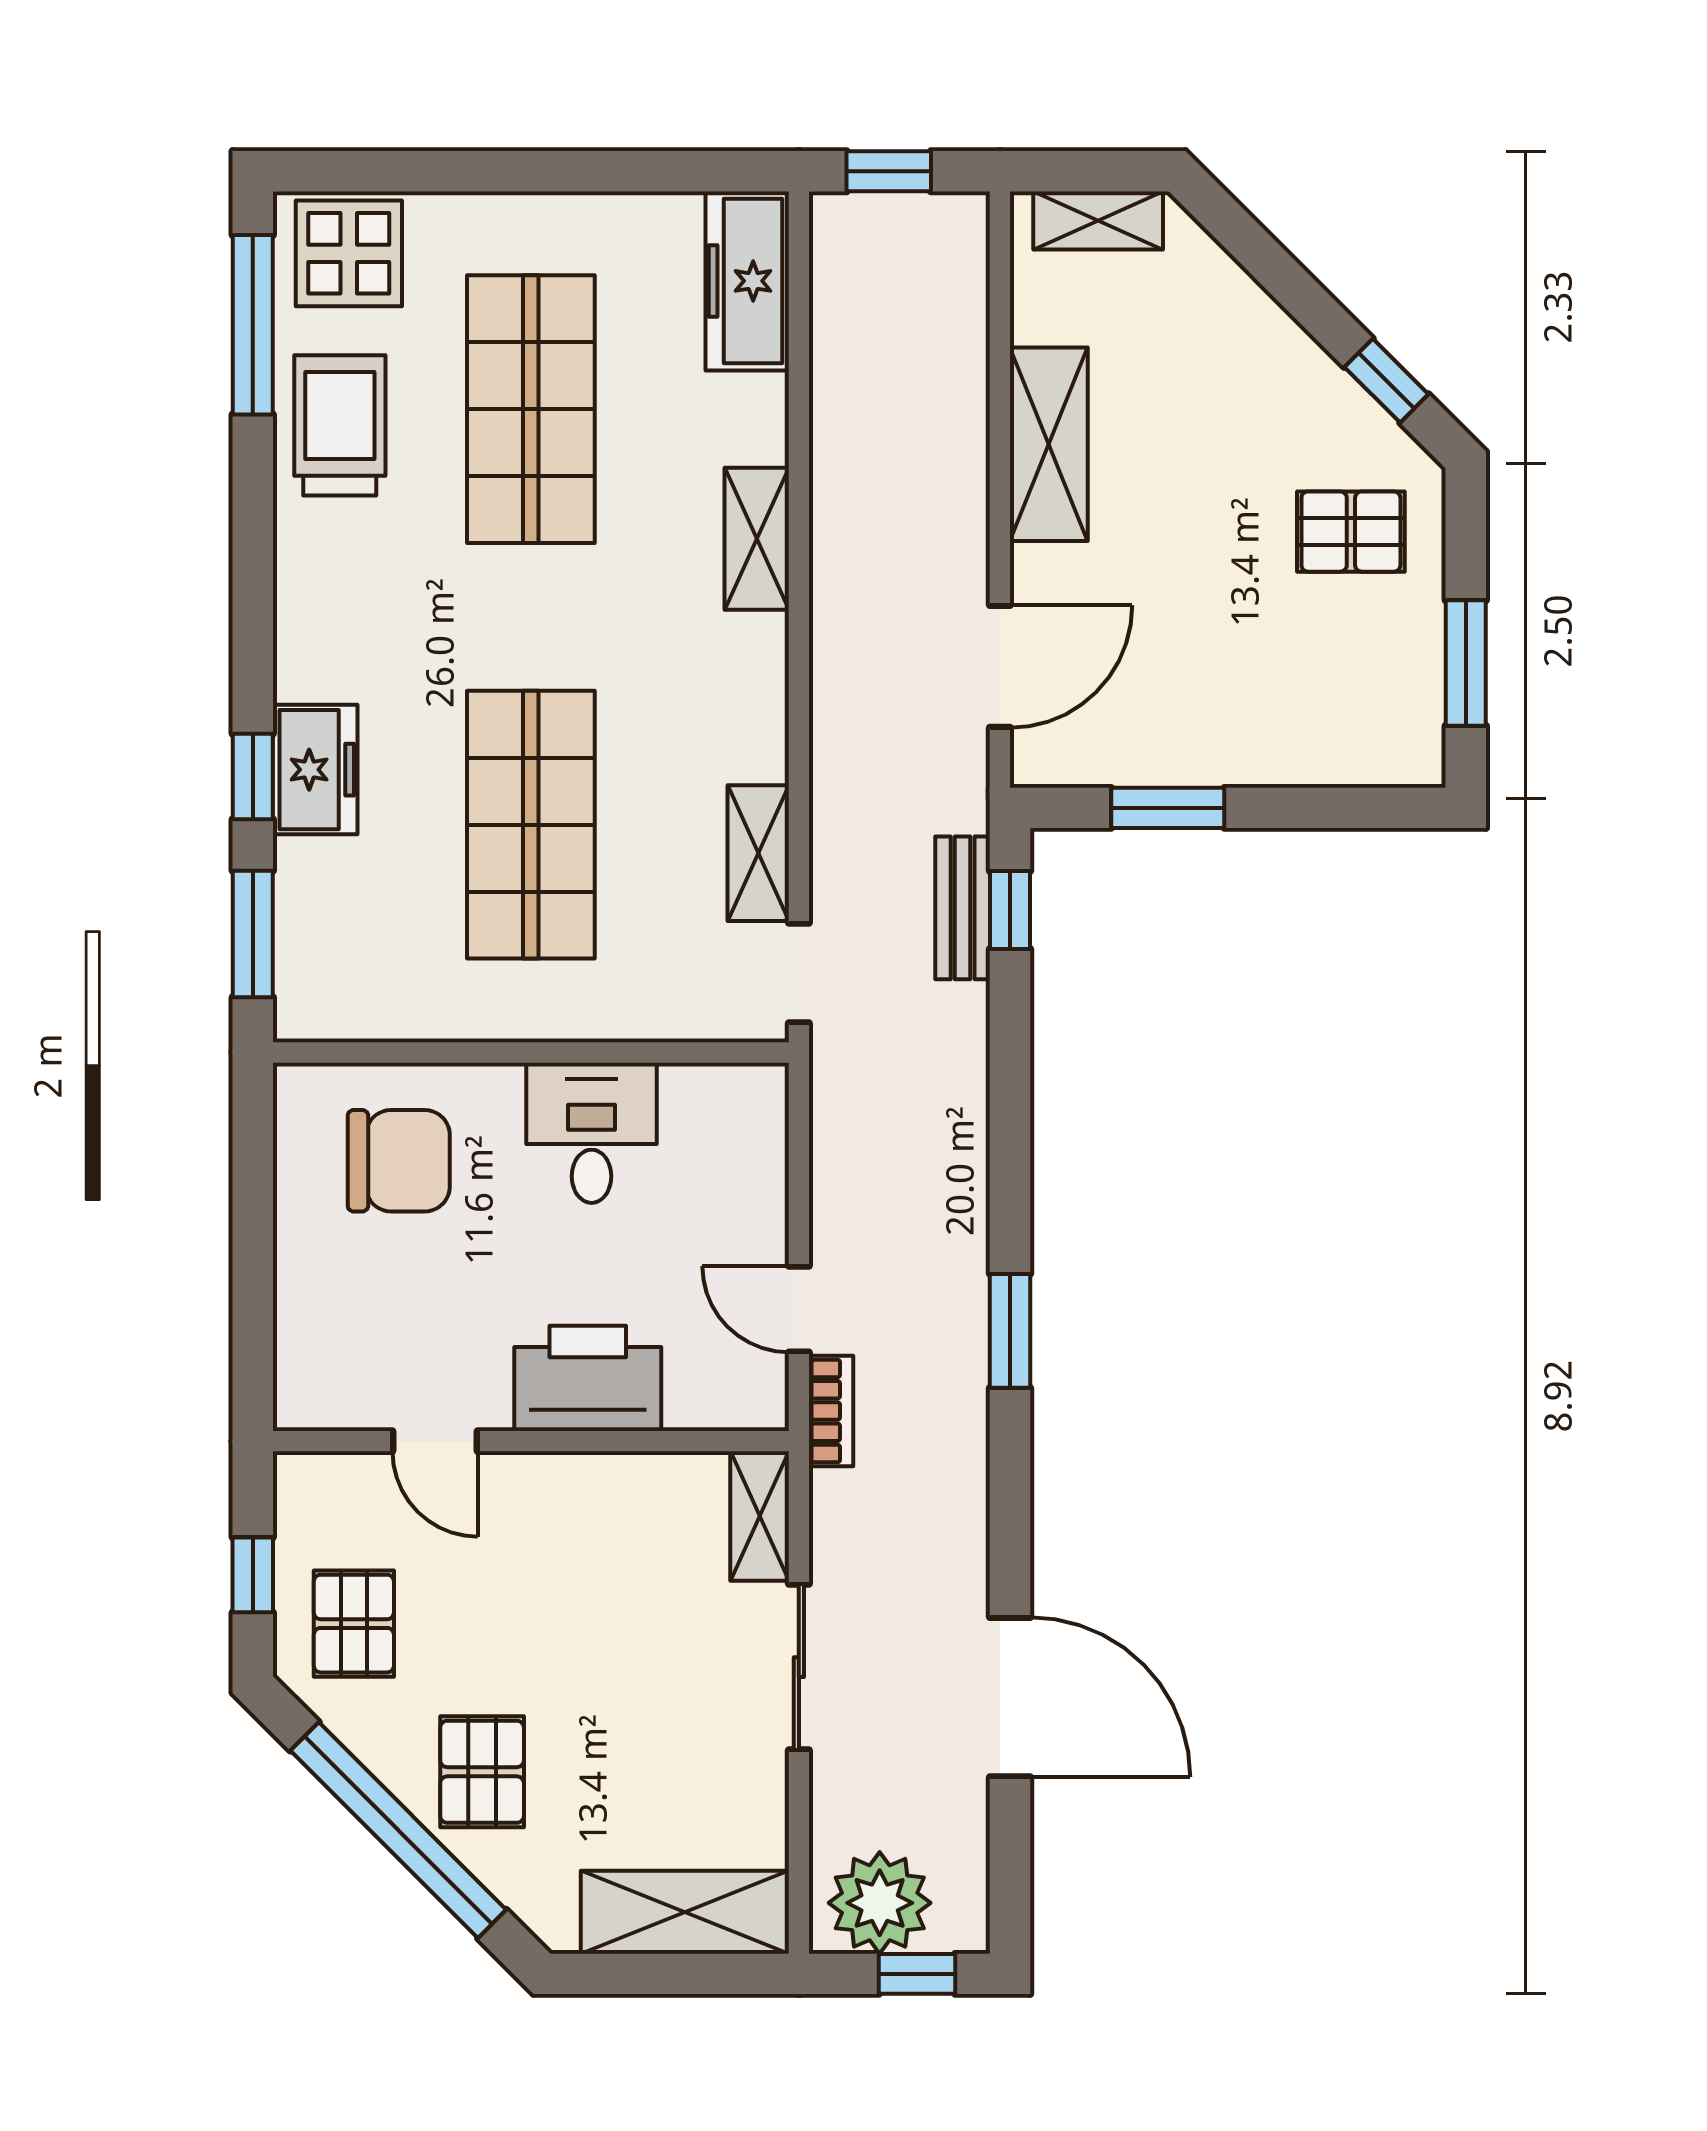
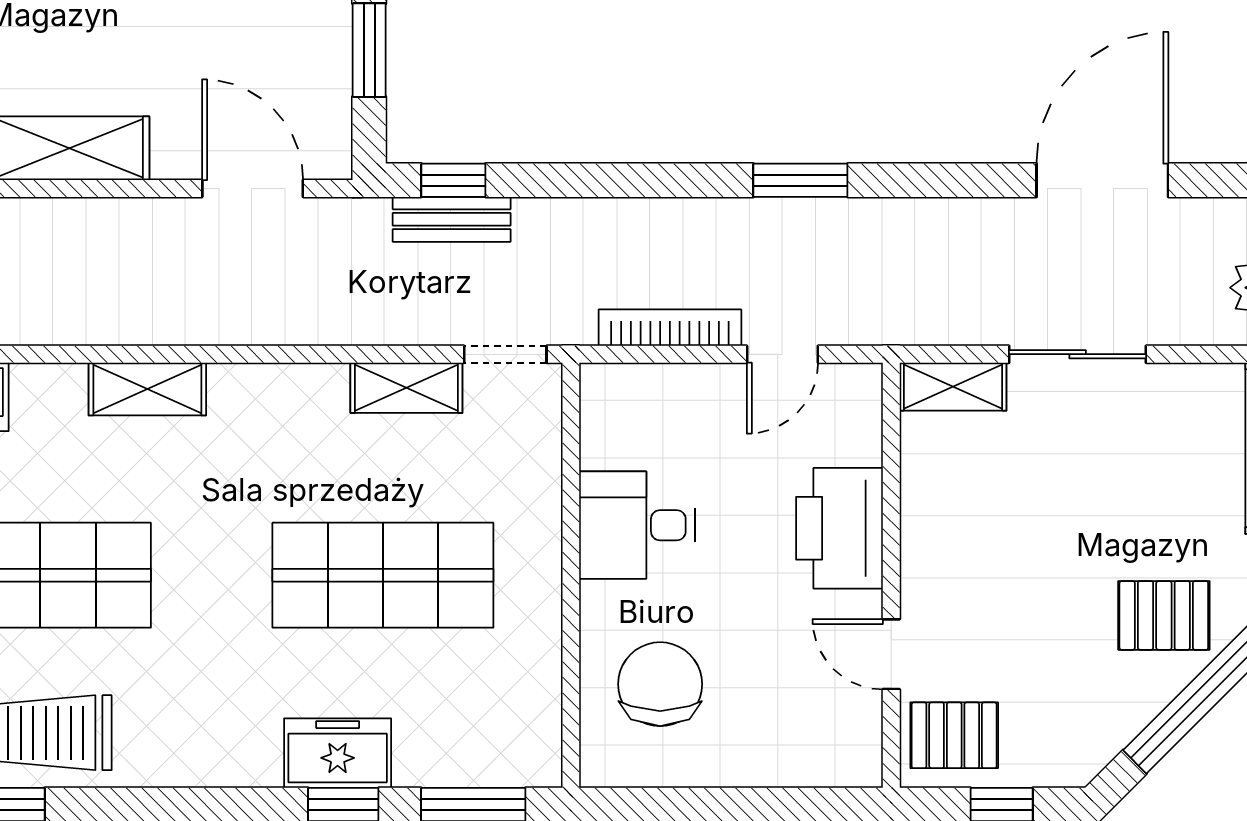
bookcase: (831, 1411) -> (670, 328), moved, width x1.56
door: (435, 1441) -> (891, 654), swing flipped
pallet: (354, 1624) -> (954, 735), moved

